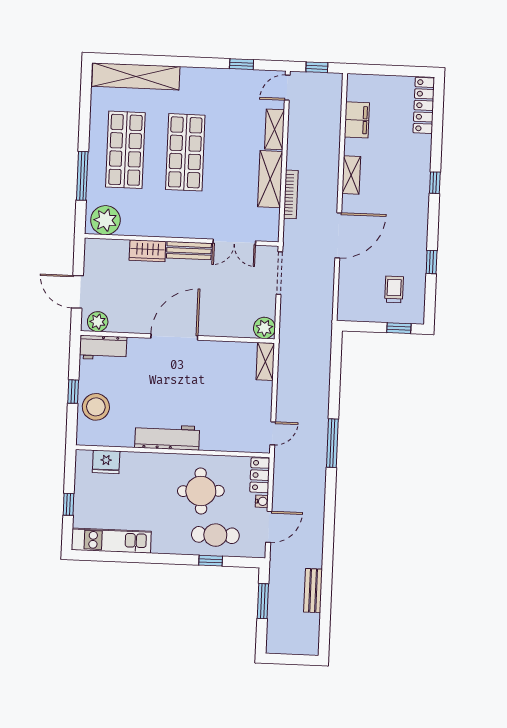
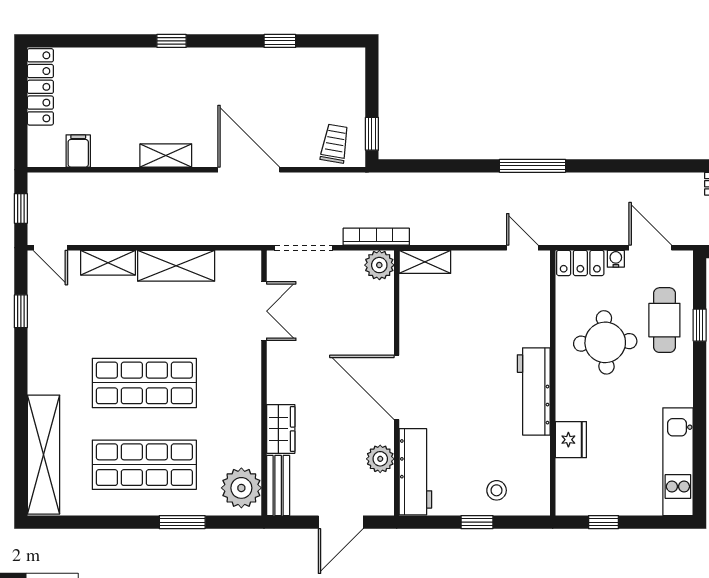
locker: (424, 105) -> (40, 87), moved, turned -90
filing cabinet: (357, 120) -> (78, 151), width x0.50
window: (82, 176) -> (182, 522), width x0.69
bookcase: (291, 194) -> (376, 237), moved
bench: (189, 251) -> (278, 486), moved
trolley: (394, 289) -> (335, 144), moved, turned 100
plant: (98, 322) -> (380, 459), moved
window: (399, 328) -> (372, 134), moved
workbench: (103, 348) -> (415, 472), width x1.37
stool: (96, 407) -> (497, 490), width x0.53, depth x0.53
fridge: (106, 462) -> (571, 440), moved
window: (68, 504) -> (604, 522), moved

